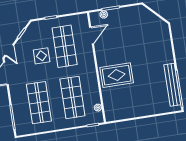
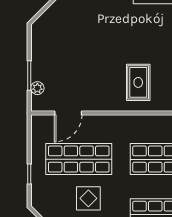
door: (92, 35) -> (68, 113), swing flipped
rug: (117, 75) -> (138, 82), width x0.73, depth x0.70

